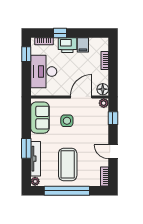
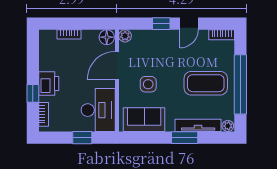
filing cabinet: (83, 45) -> (48, 63), removed
window: (26, 54) -> (82, 138), moved
desk: (44, 72) -> (98, 110), moved, turned -90
door: (81, 97) -> (117, 66), hinge flipped
window: (113, 118) -> (161, 24), moved

